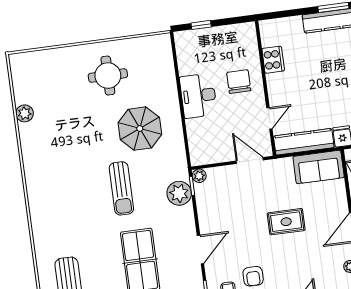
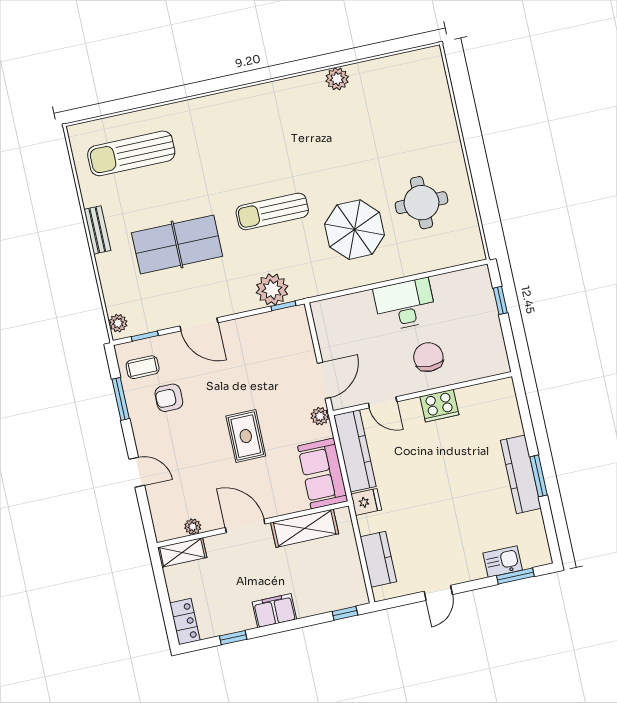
cooker: (273, 60) -> (439, 406), moved
round table: (108, 76) -> (421, 203), moved
chair: (239, 82) -> (428, 357), turned -90
plant: (25, 113) -> (337, 79), moved
plant: (199, 176) -> (320, 416), moved

